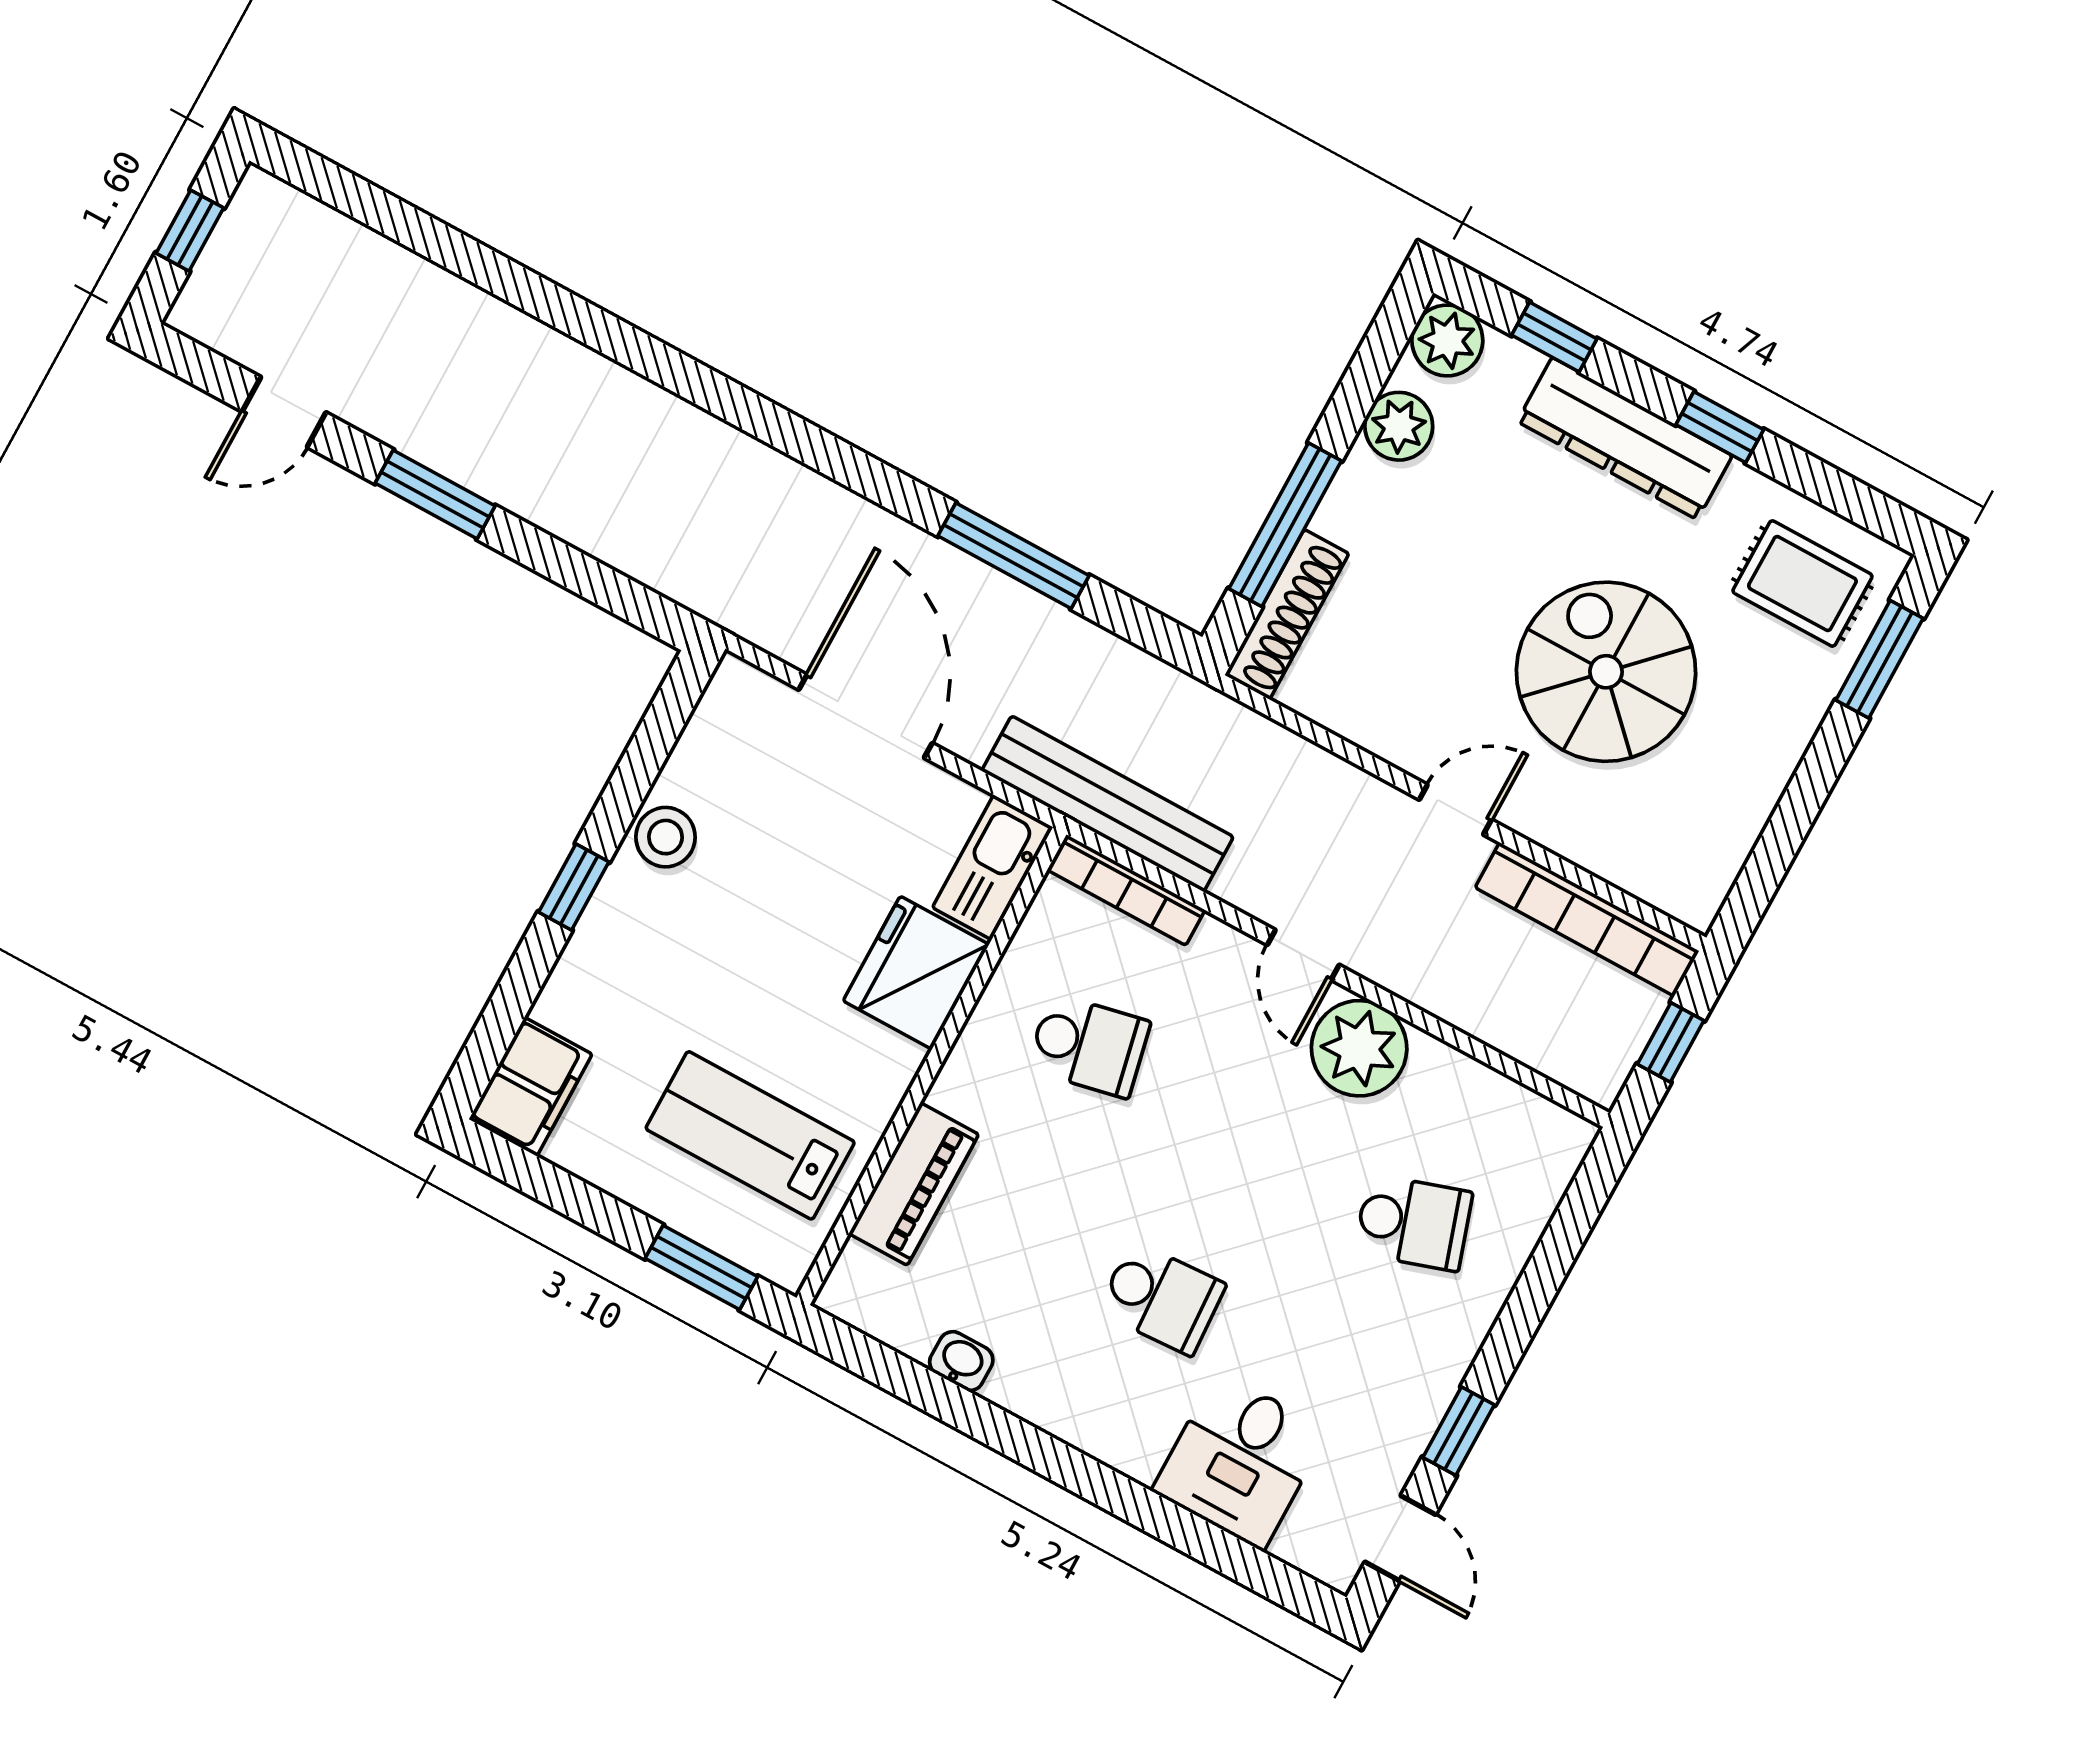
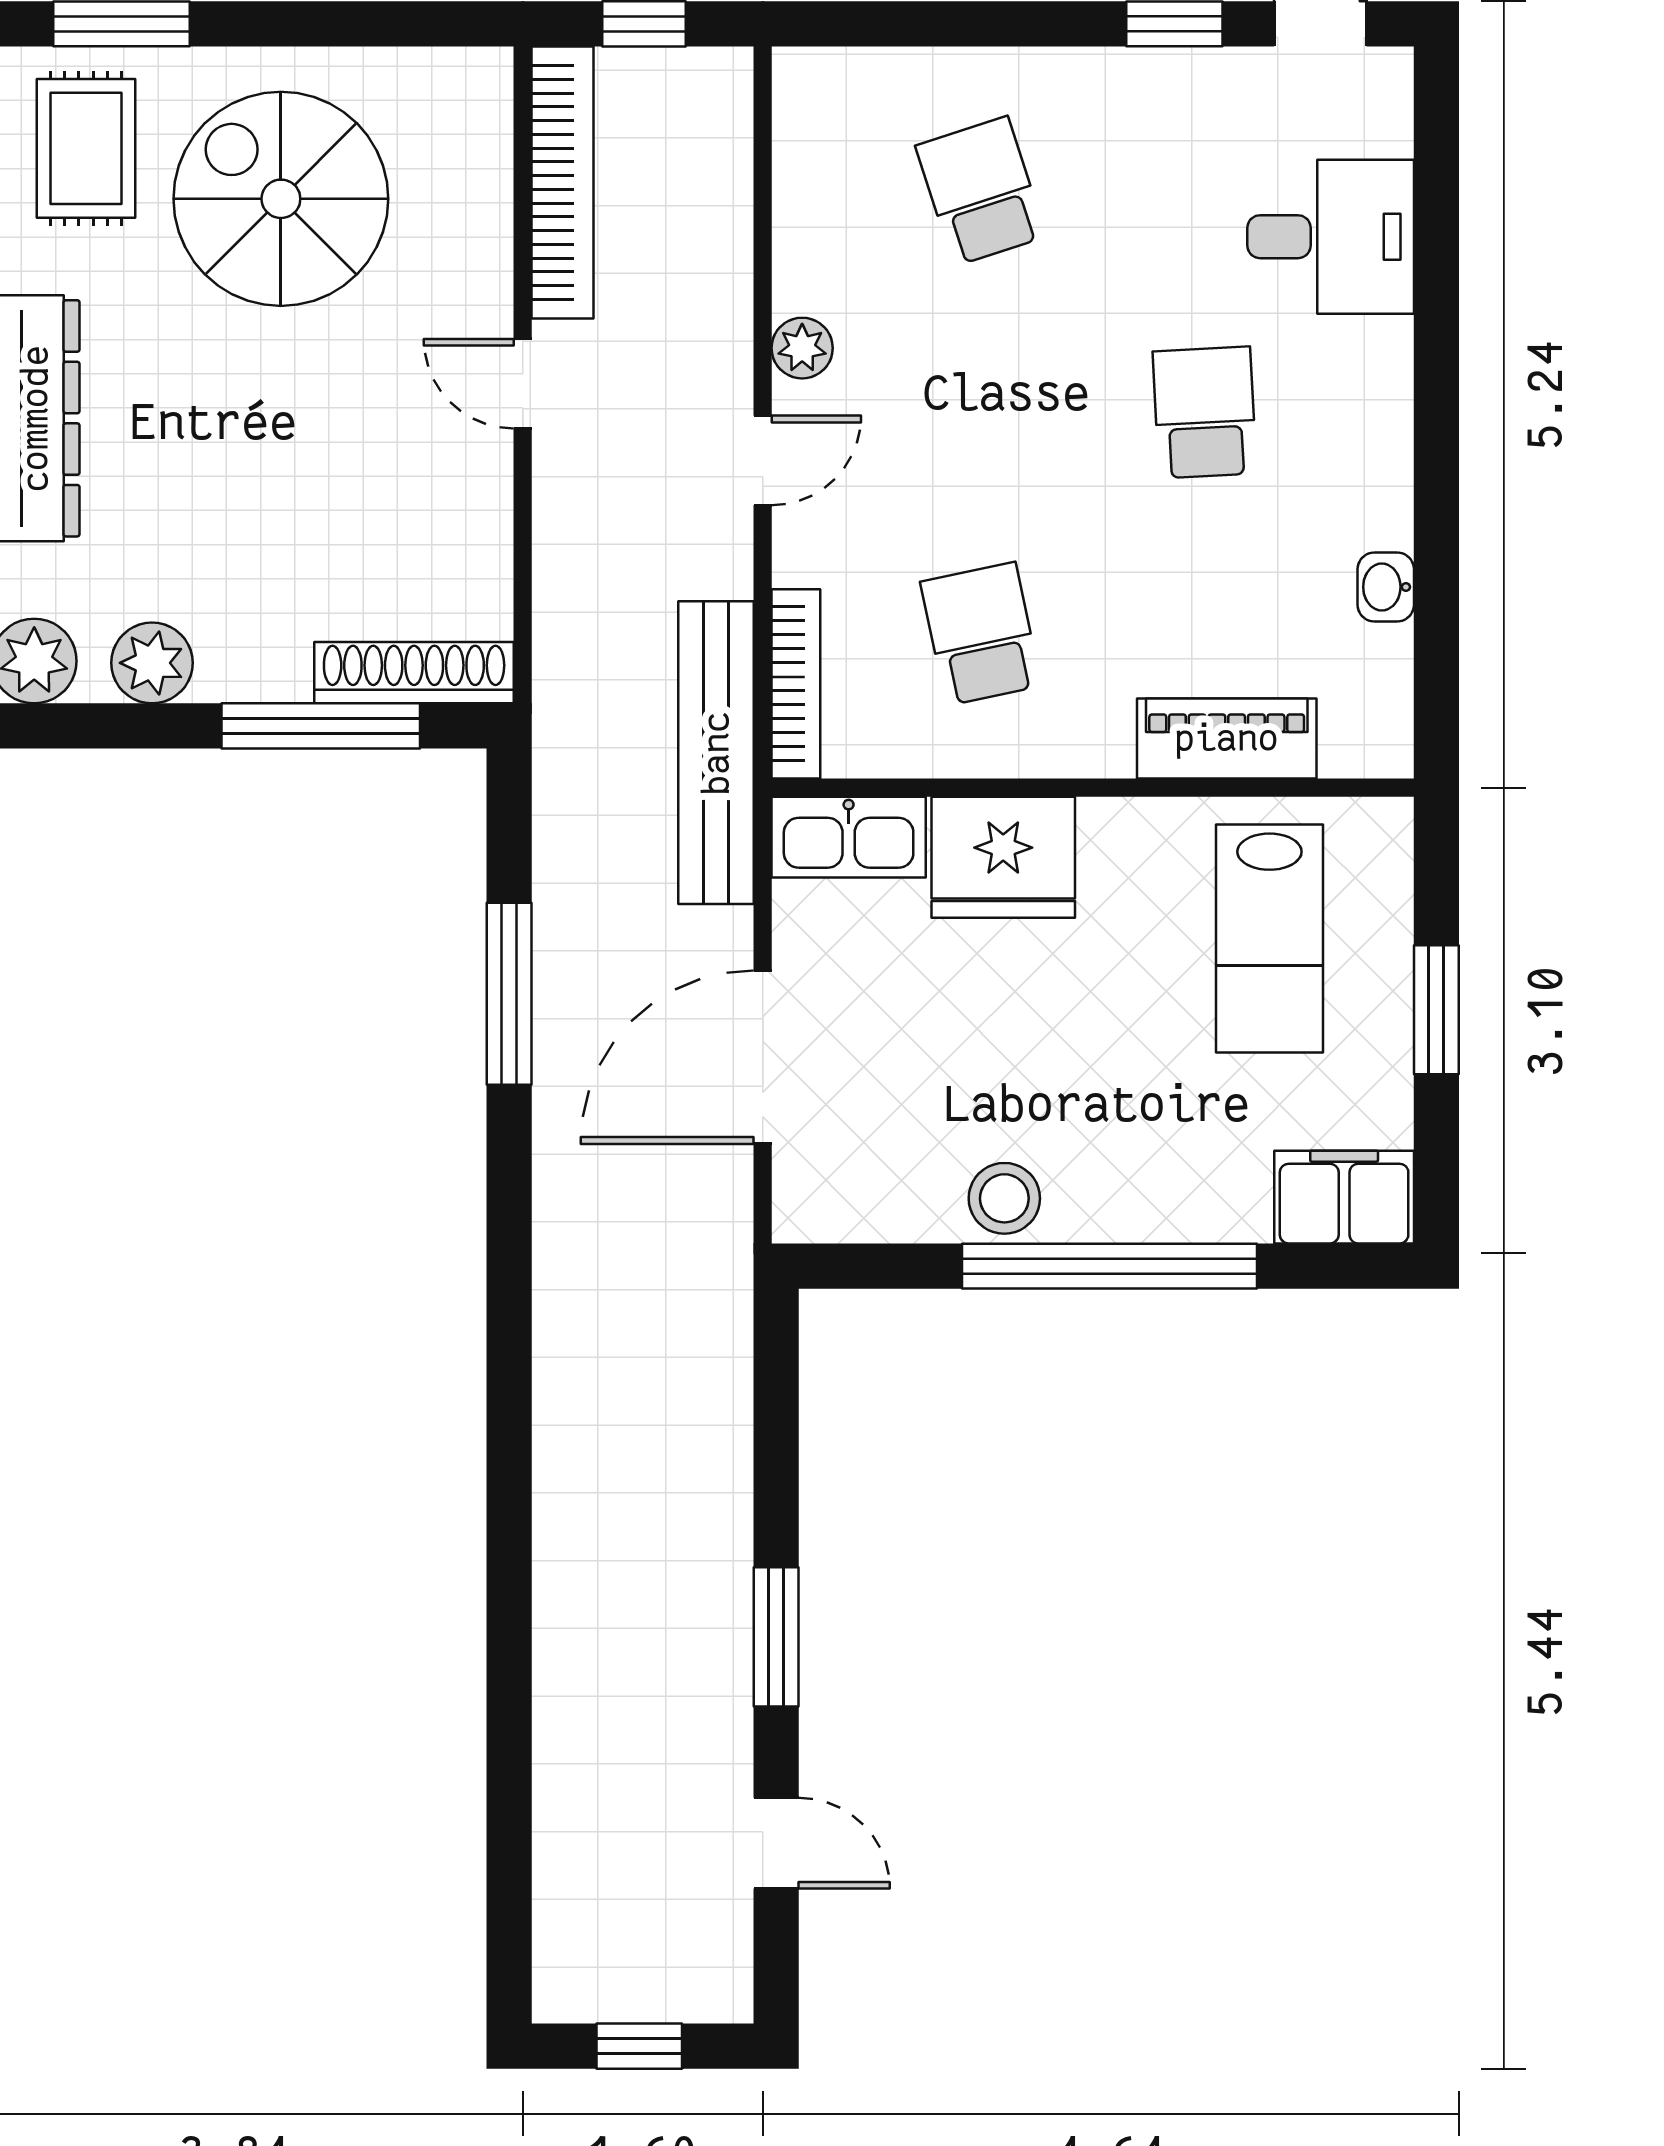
spiral stairs: (1606, 672) -> (281, 199), moved, turned 90
window: (574, 887) -> (1109, 1266), width x3.17
plant: (1359, 1048) -> (802, 348), width x0.53, depth x0.53
window: (701, 1267) -> (1436, 1010), moved

